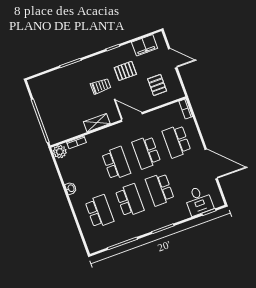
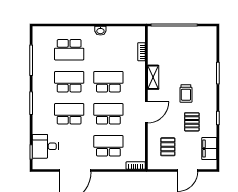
pallet: (157, 85) -> (168, 147), turned 90
plant: (60, 152) -> (139, 33), removed
school desk: (116, 163) -> (108, 82), turned 180
school desk: (130, 200) -> (69, 82), turned 180

